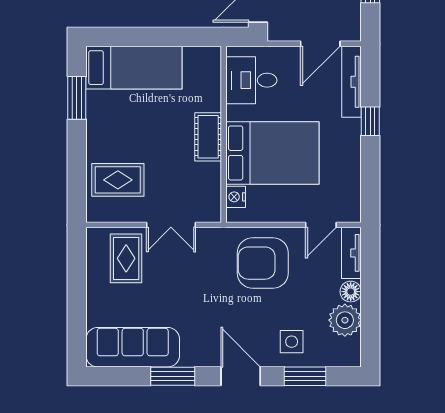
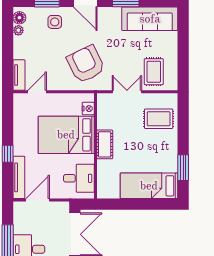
armchair: (263, 263) -> (86, 64), moved, turned -116
floor lamp: (351, 292) -> (19, 18), moved
plant: (345, 320) -> (18, 30), width x0.53, depth x0.53

